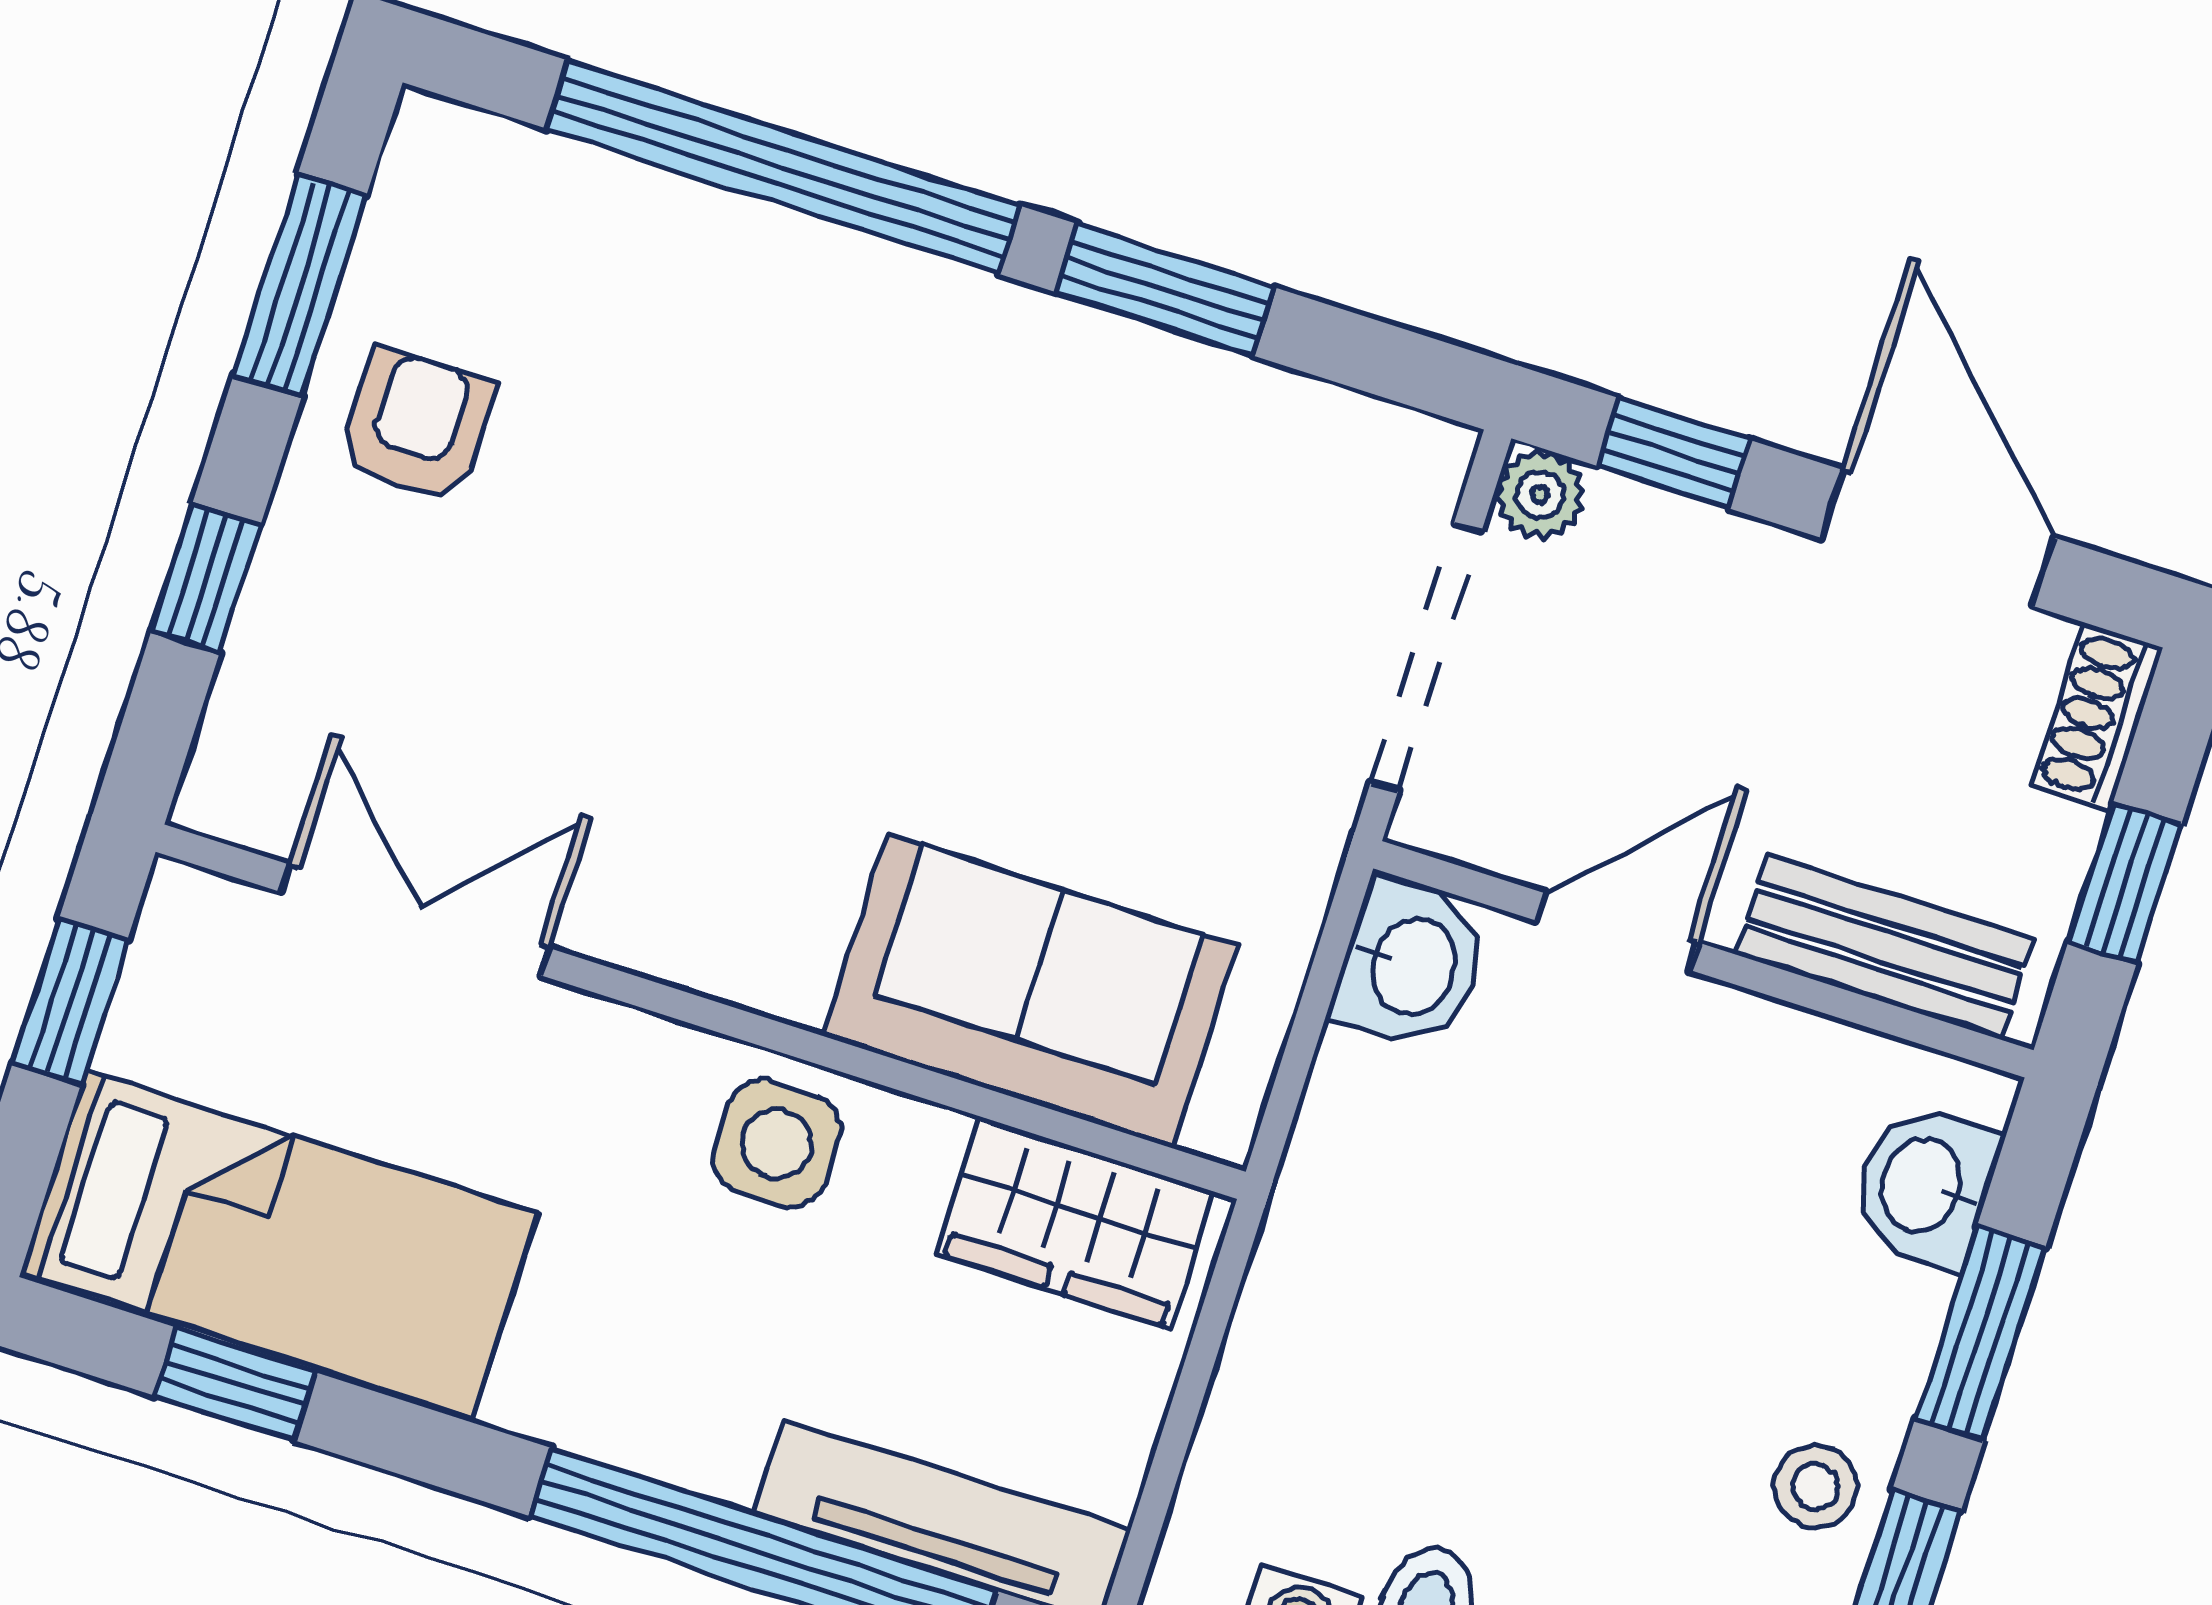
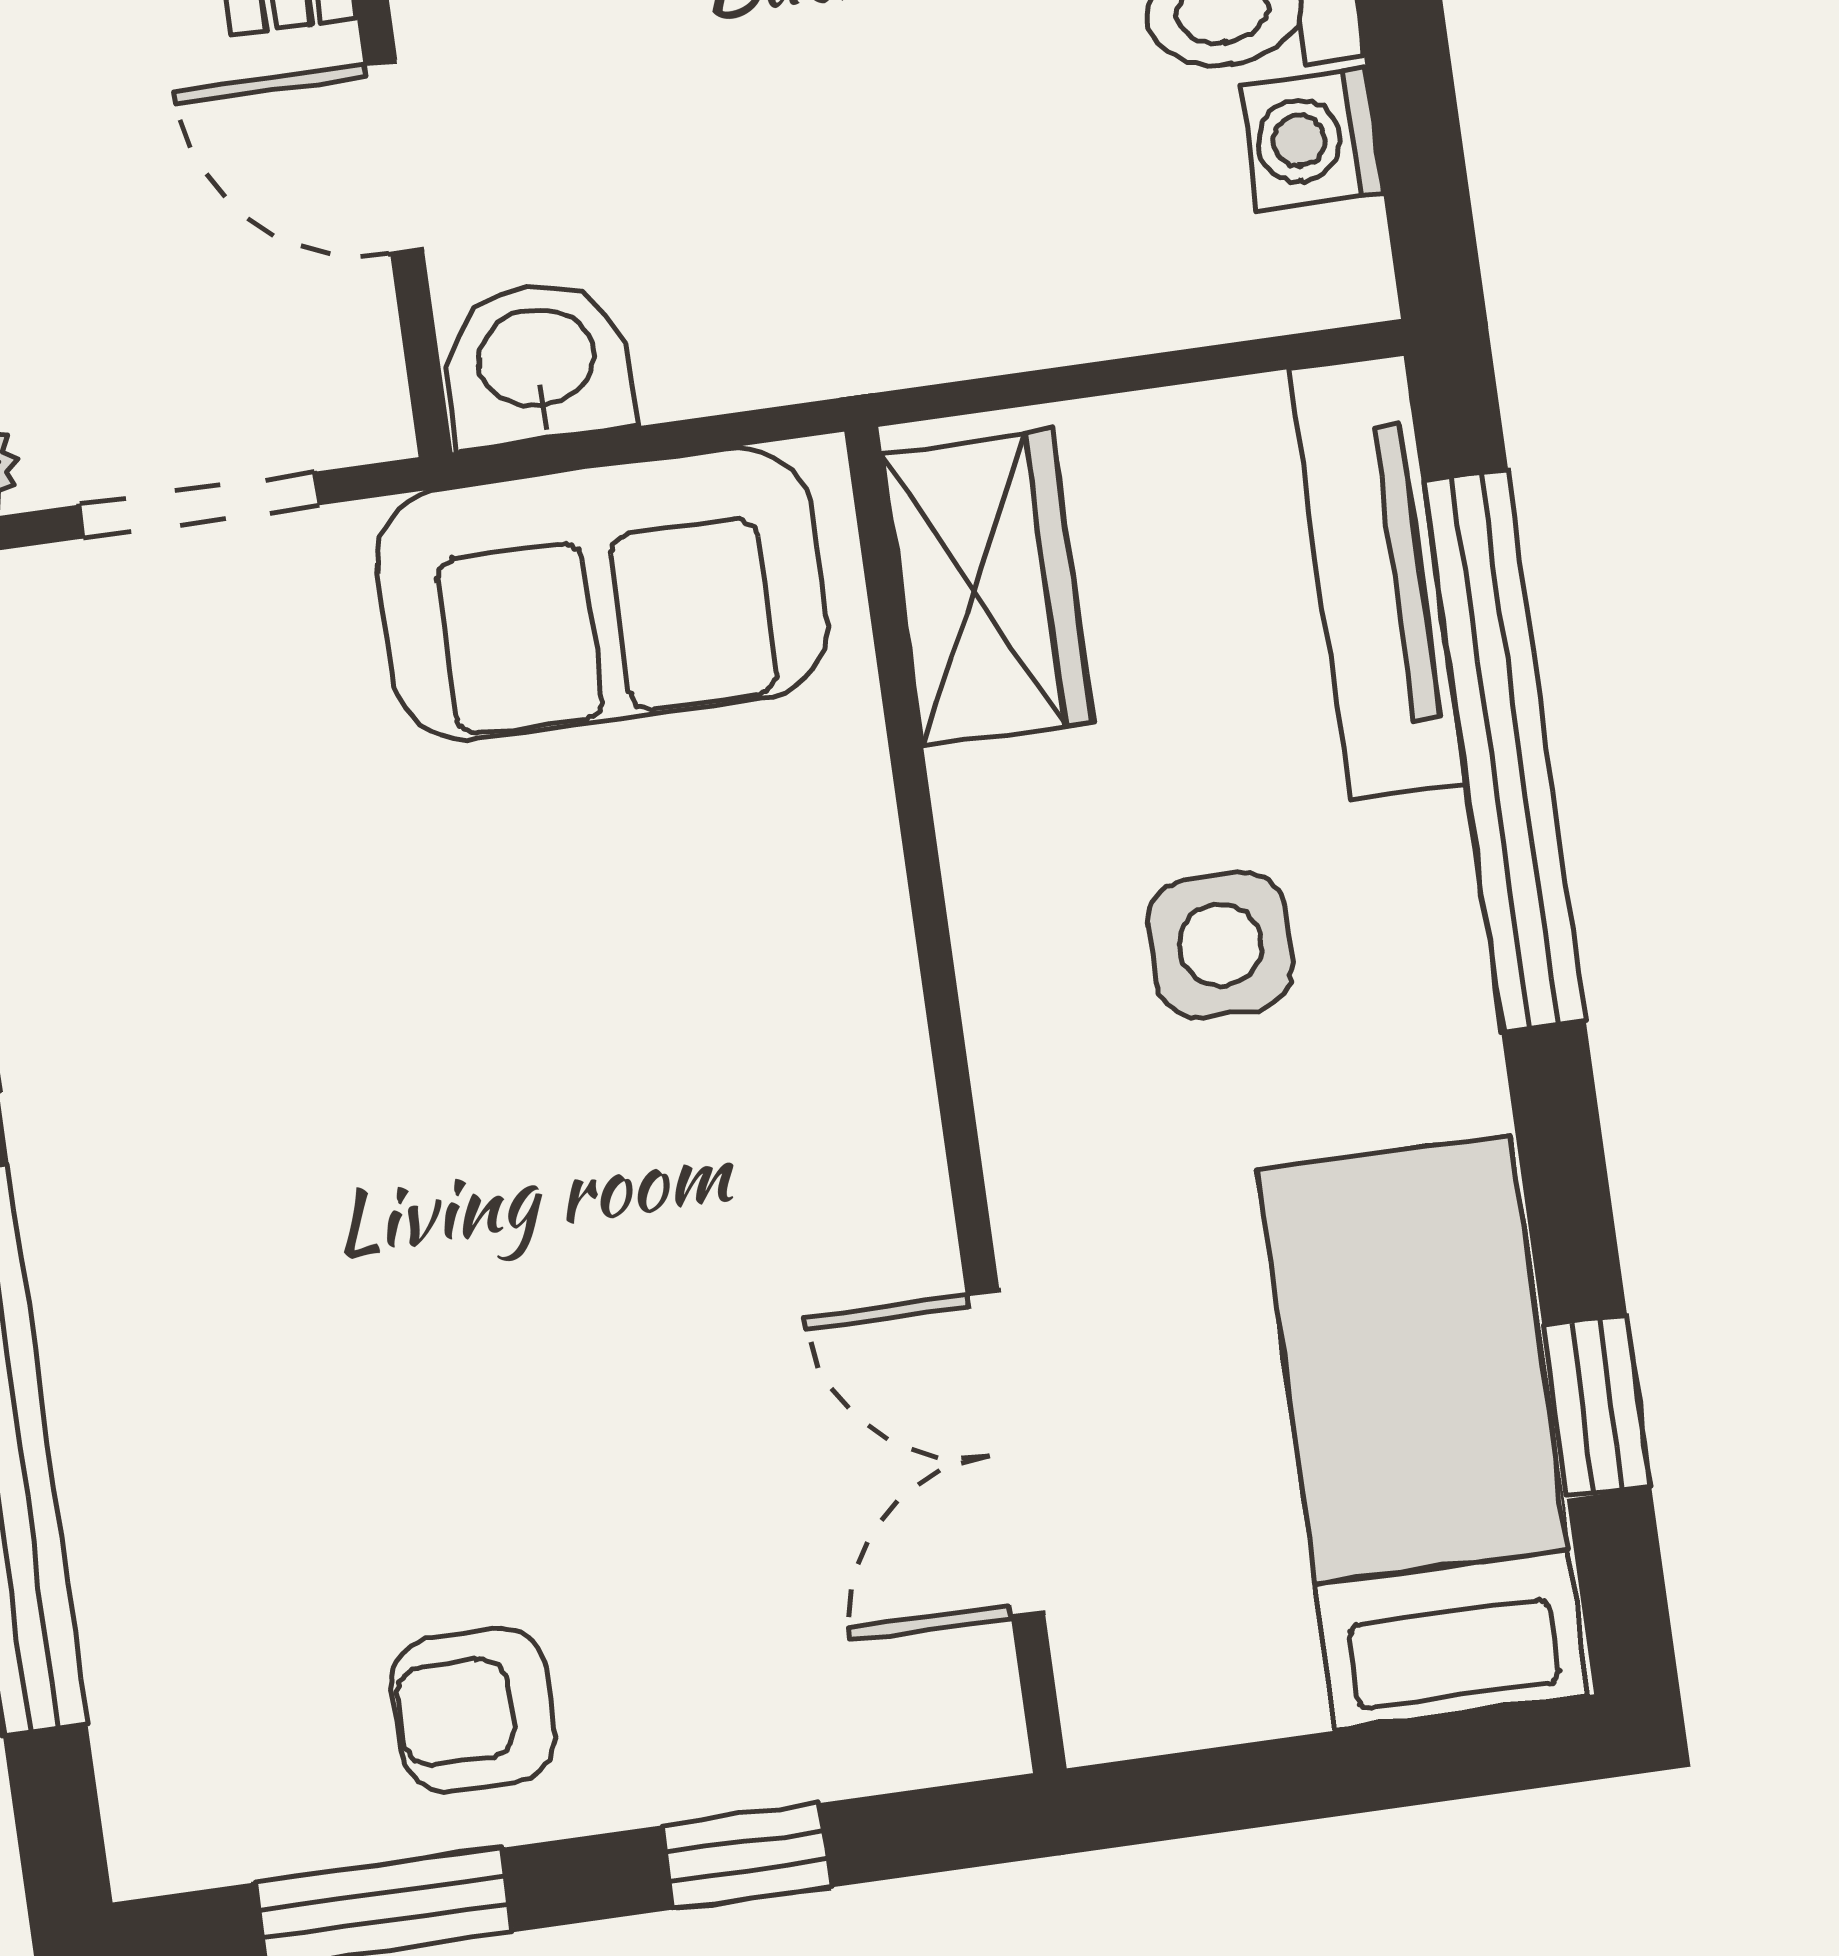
doorway: (1426, 658) -> (199, 505), width x0.73
sofa: (1030, 991) -> (602, 594), moved, turned -90
window: (70, 1002) -> (1272, 1782), removed
side table: (777, 1144) -> (1220, 945), moved

